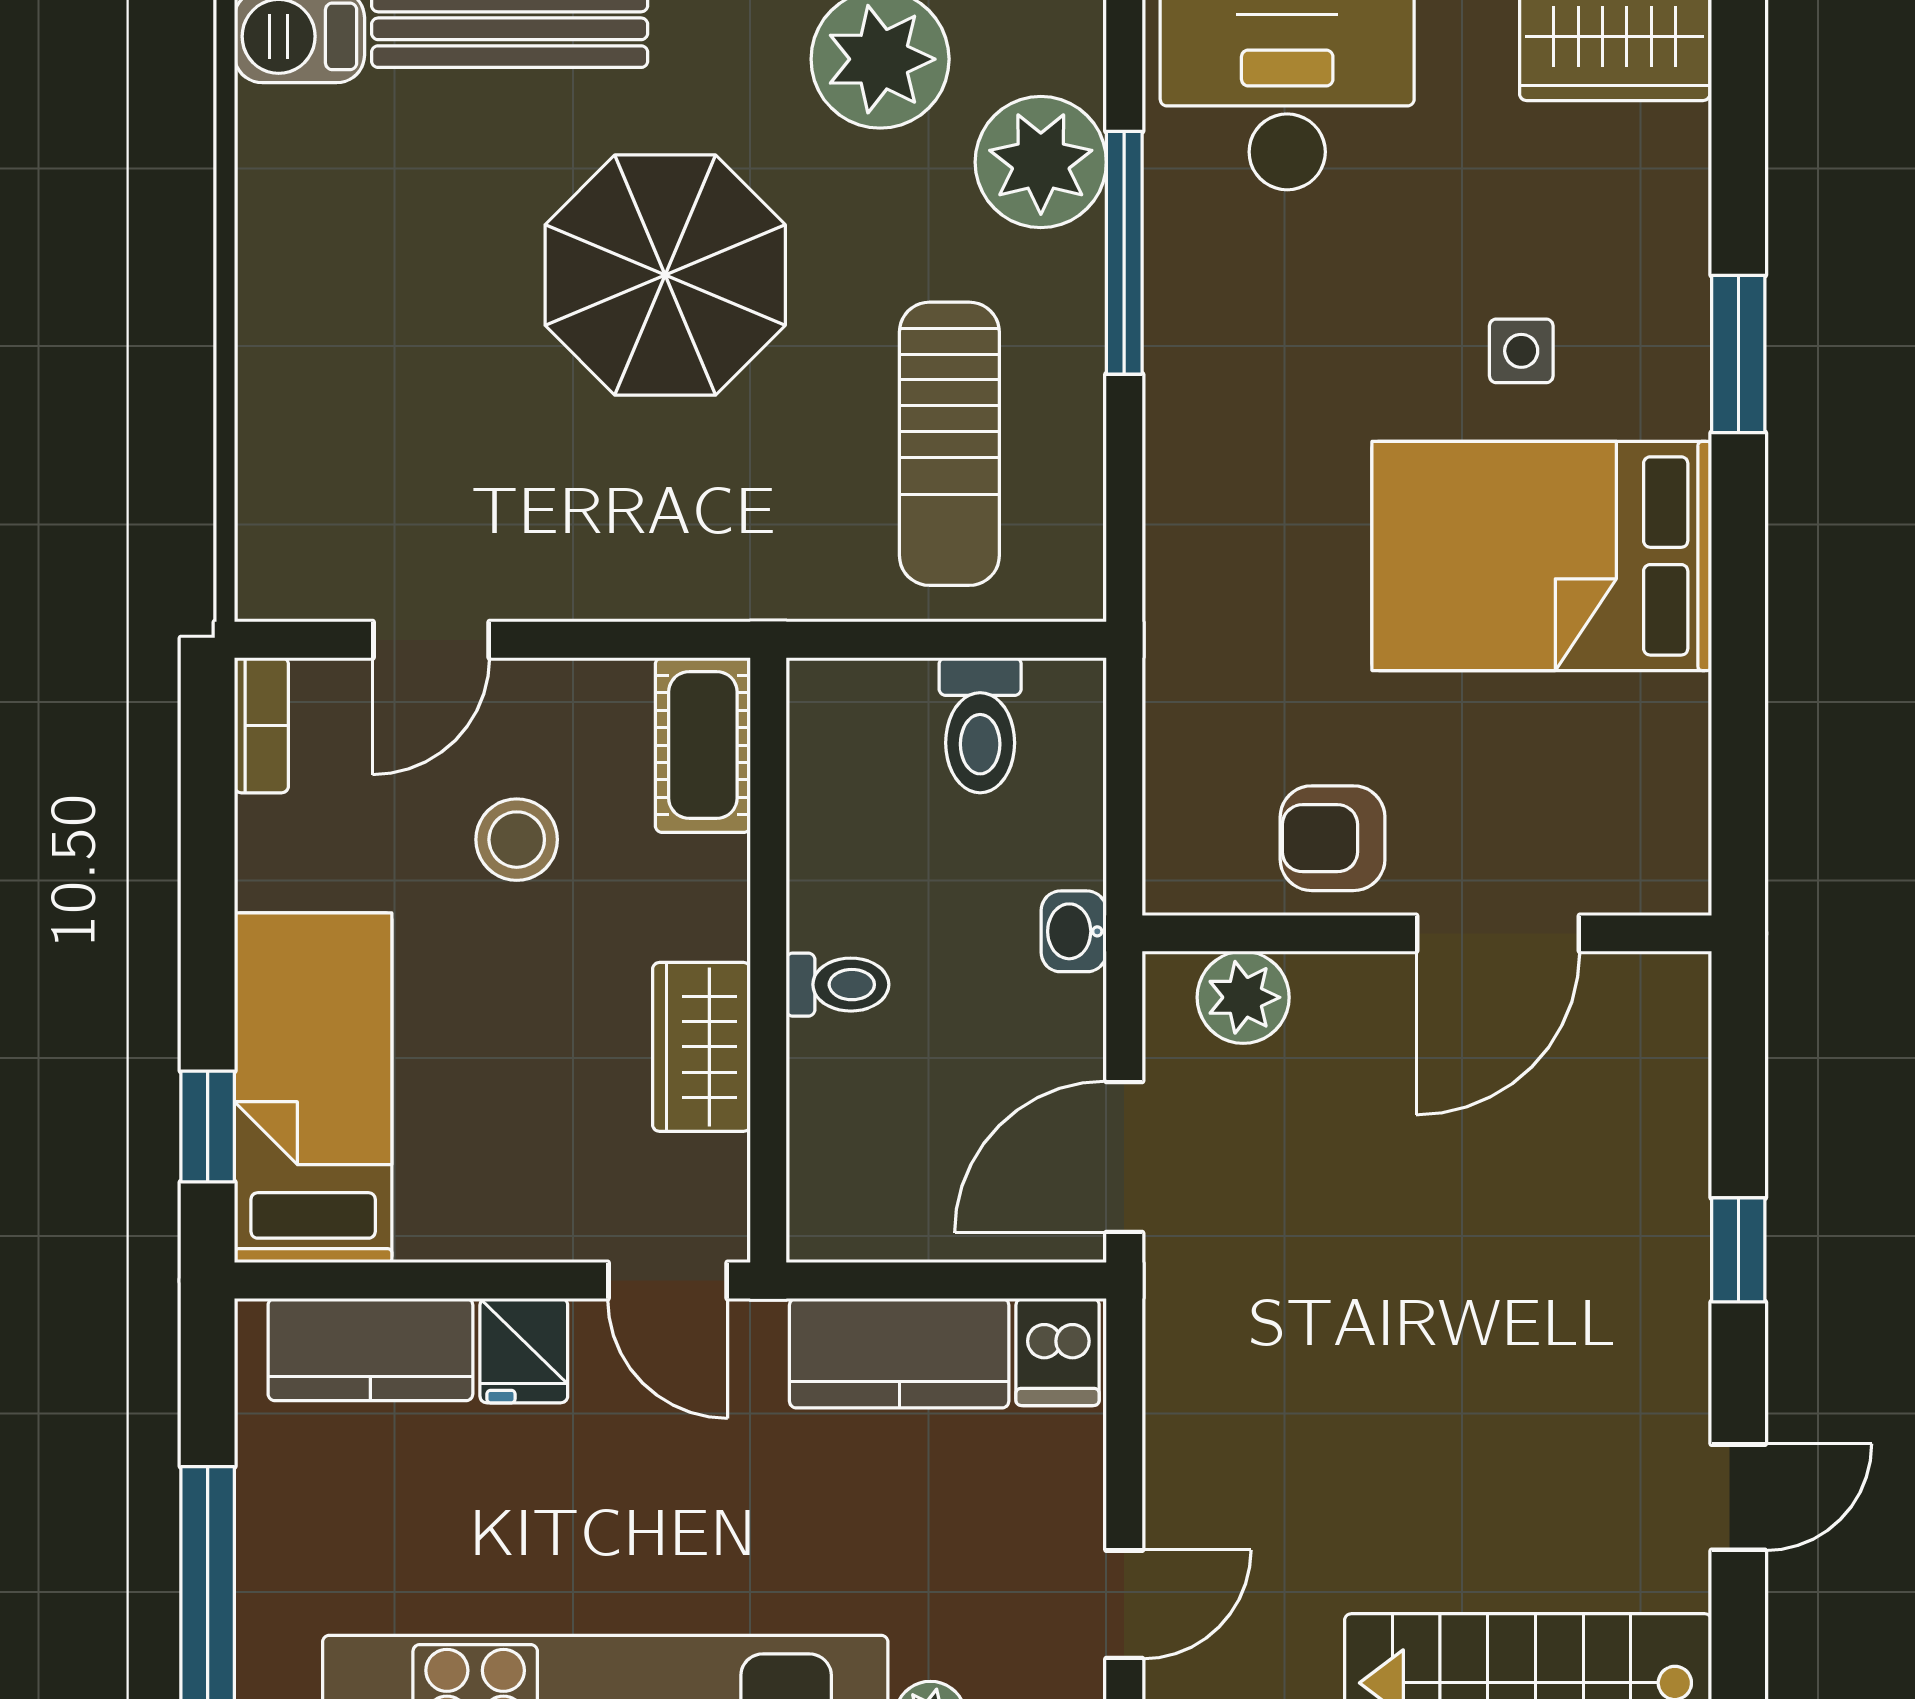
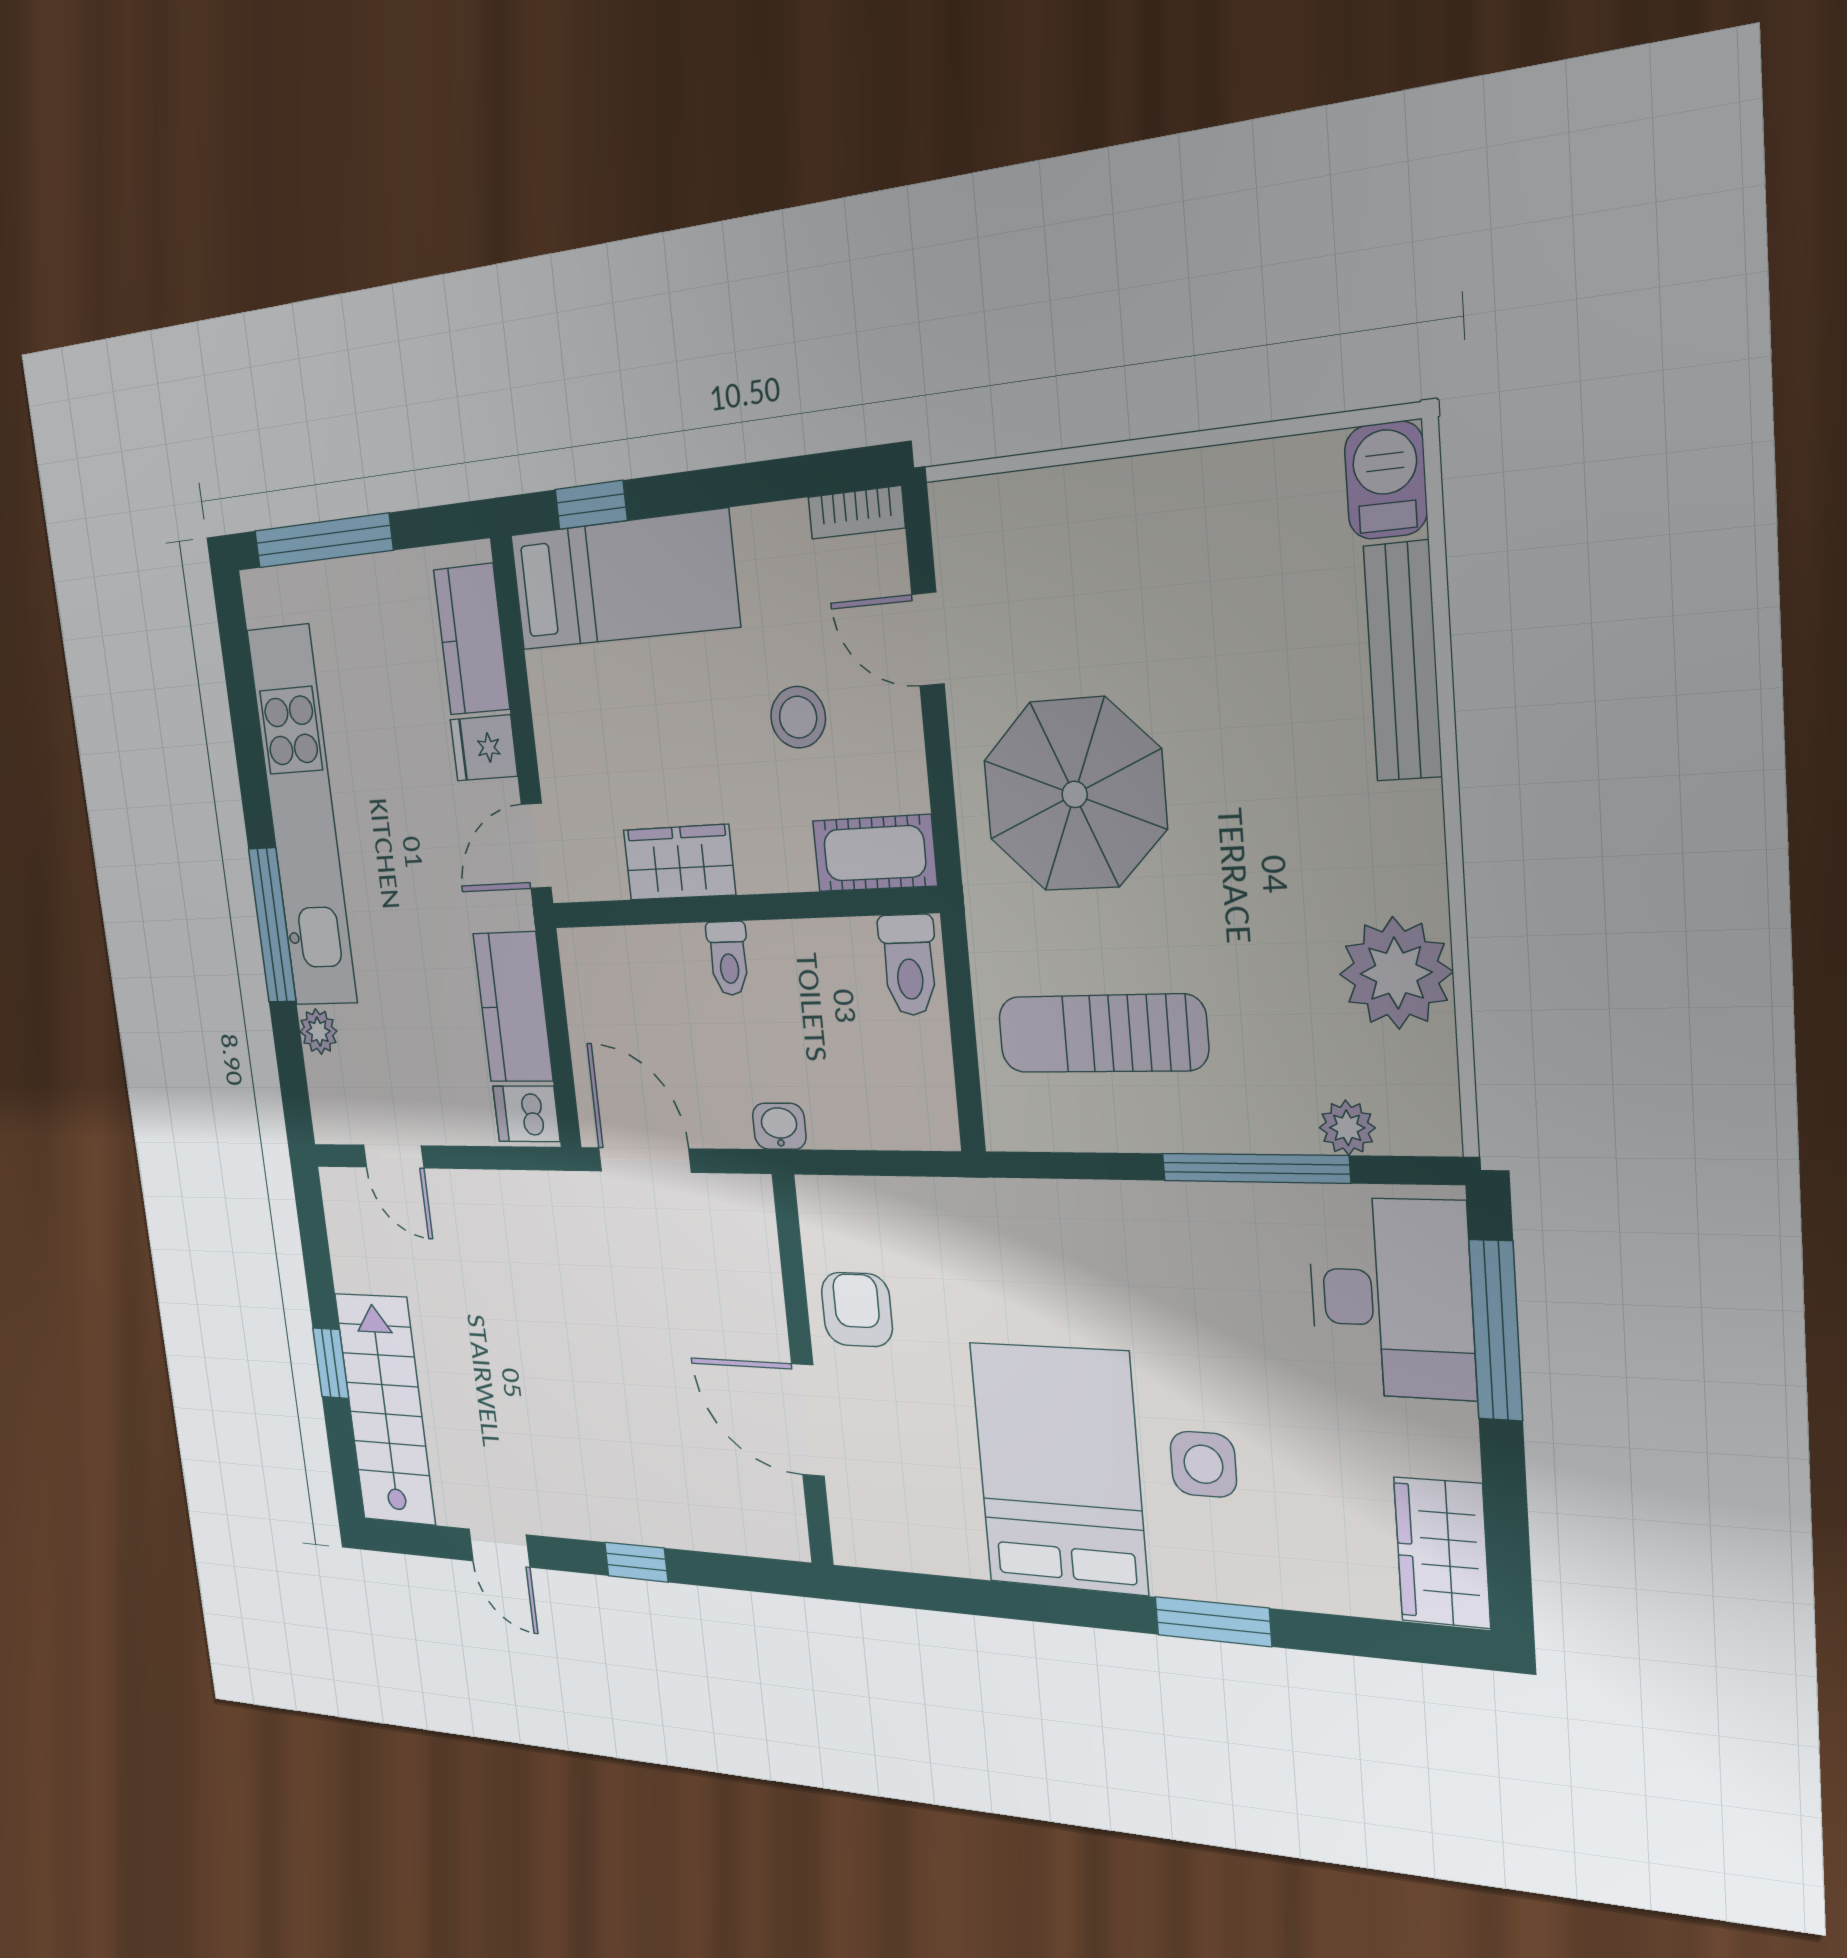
plant: (1041, 162) -> (1347, 1128), width x0.53, depth x0.53
parasol: (665, 275) -> (1075, 794), moved
side table: (1521, 351) -> (1203, 1464), width x1.37, depth x1.37
toilet: (980, 725) -> (909, 965), moved, turned -90
plant: (1243, 997) -> (750, 1244), removed

